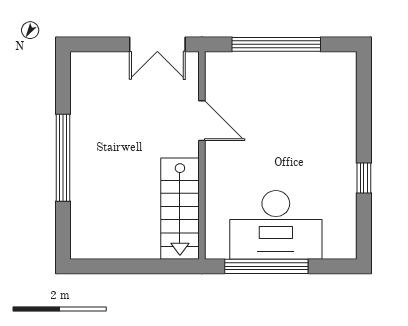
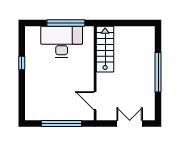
double door: (157, 44) -> (130, 124), moved
door: (202, 121) -> (95, 101), moved

